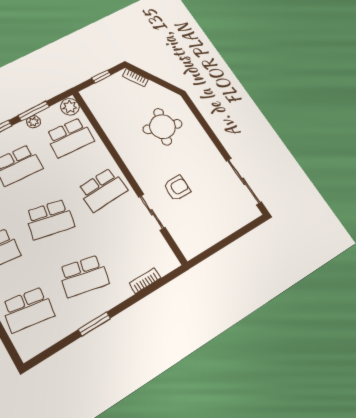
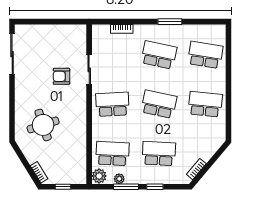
plant: (34, 122) -> (119, 179), moved
round table: (163, 127) -> (43, 125), turned -36

